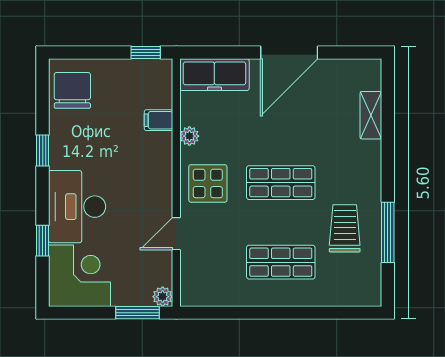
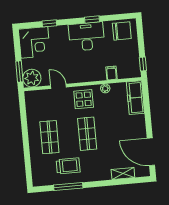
door: (289, 53) -> (151, 152), moved
desk: (77, 207) -> (87, 36), moved
plant: (163, 297) -> (32, 78), width x1.87, depth x1.87

